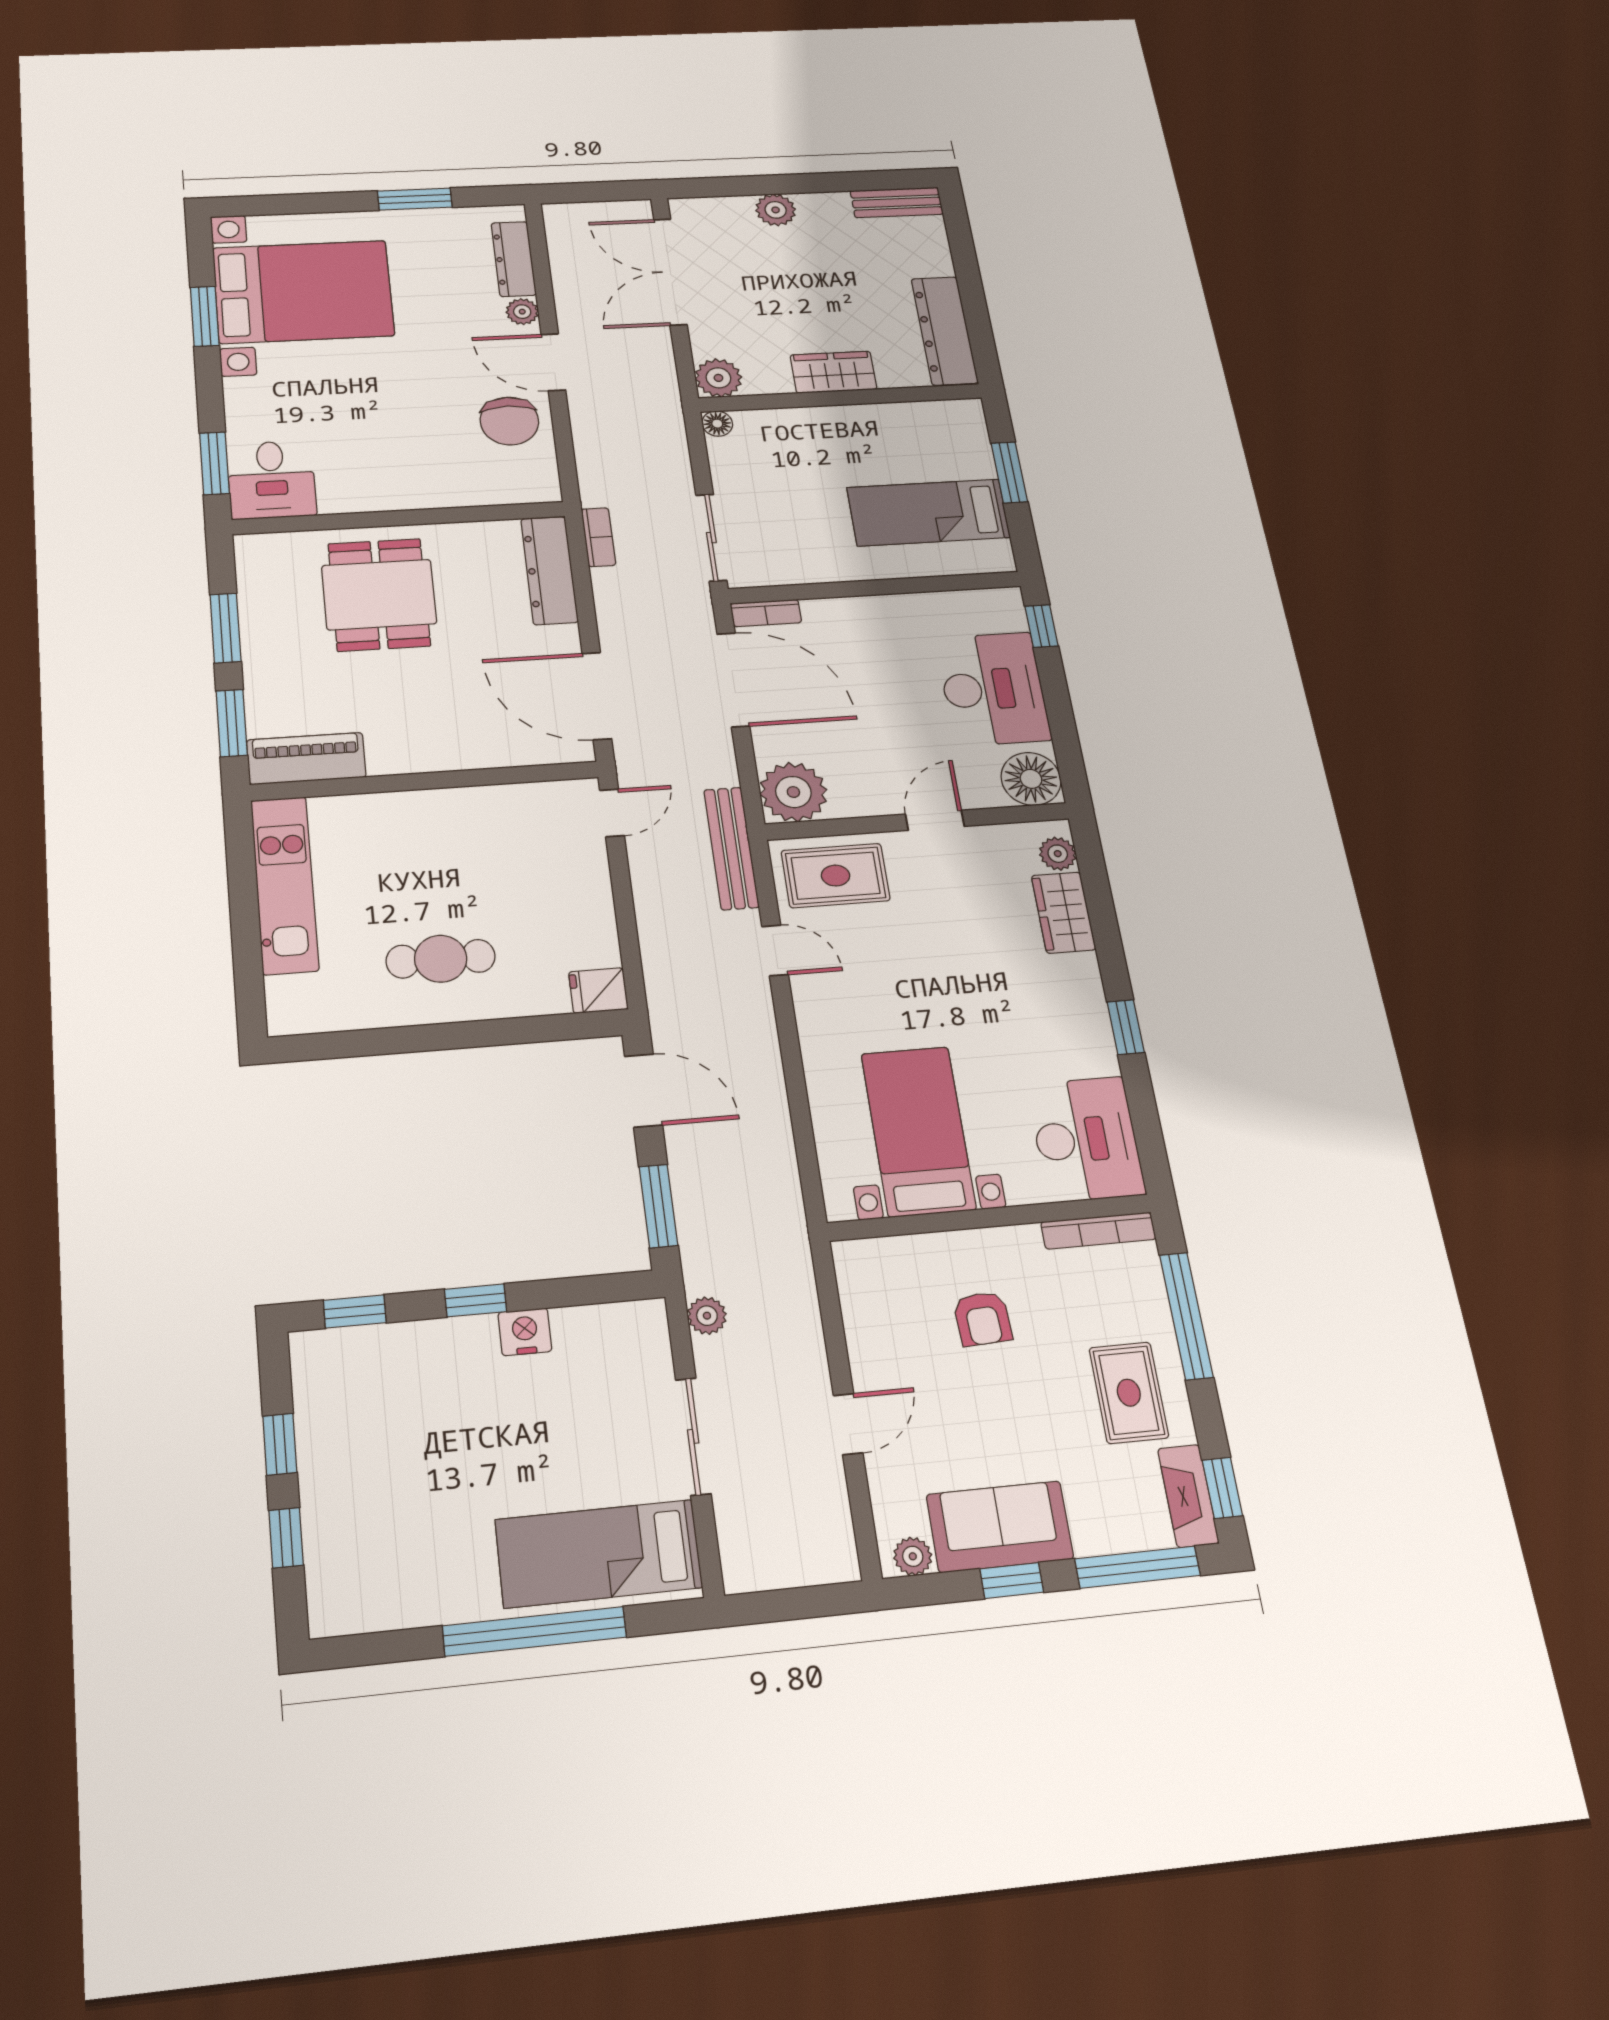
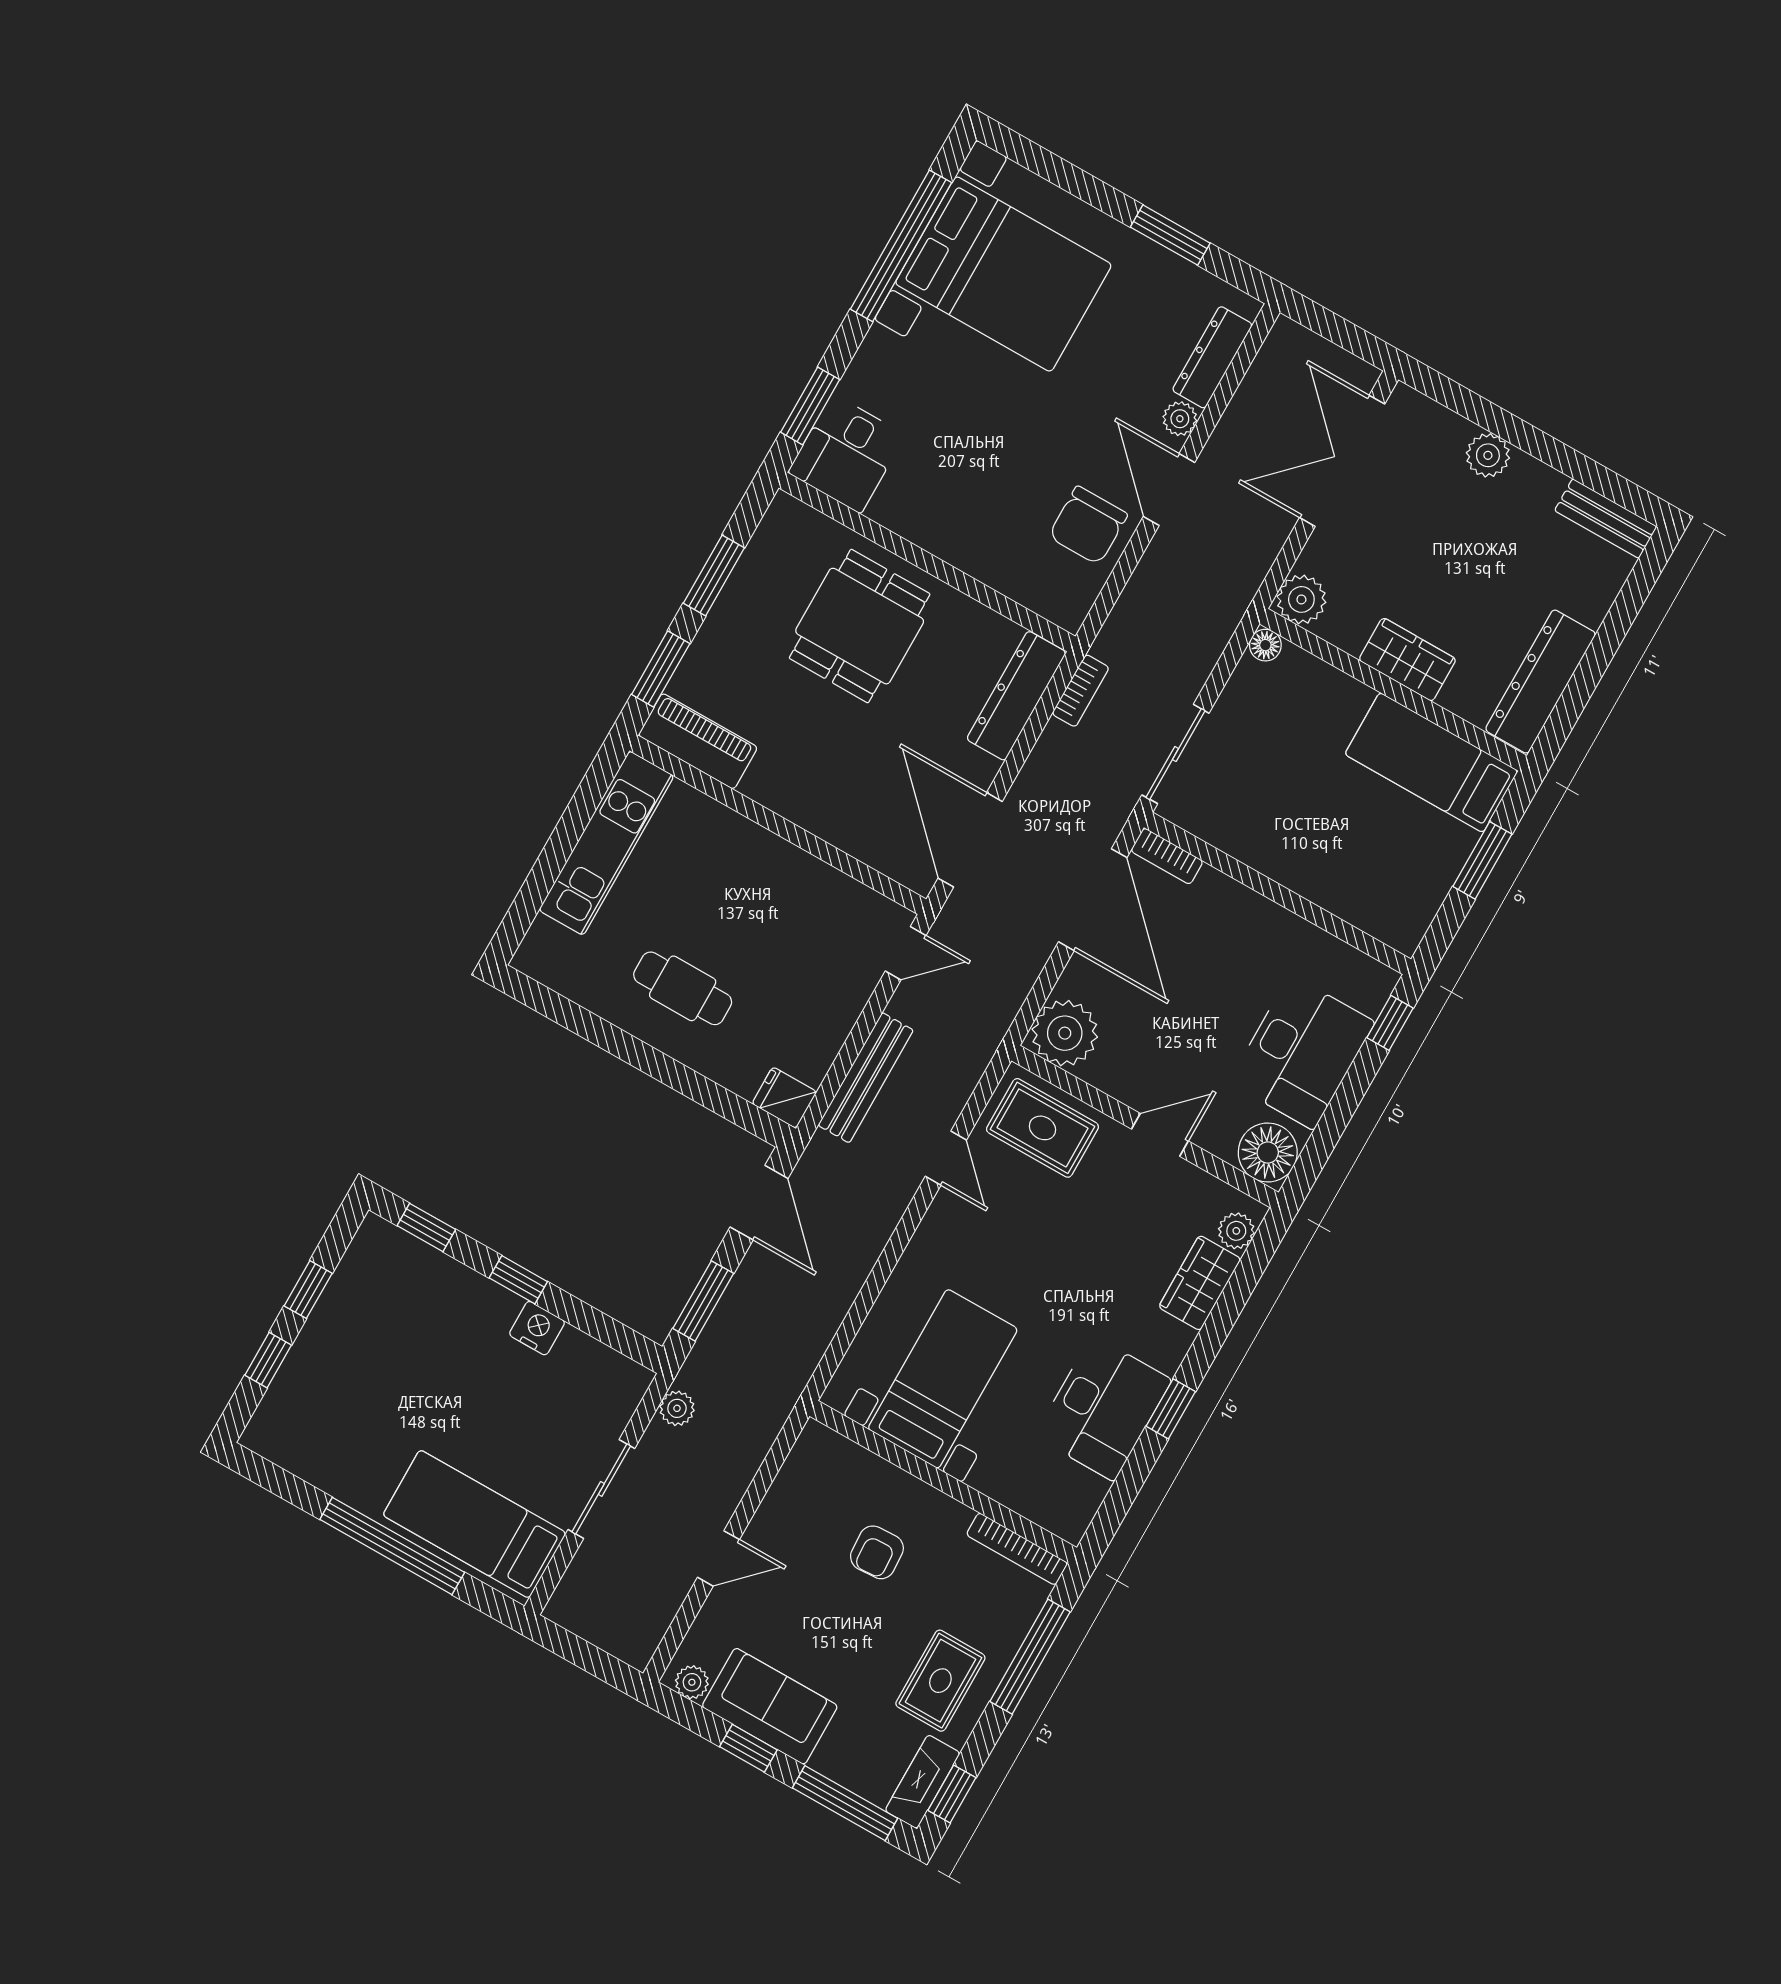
window: (205, 316) -> (901, 246), width x2.11
bed: (928, 513) -> (1431, 763), moved
bench: (731, 848) -> (866, 1078), moved
desk: (1086, 1139) -> (1103, 1408), moved

